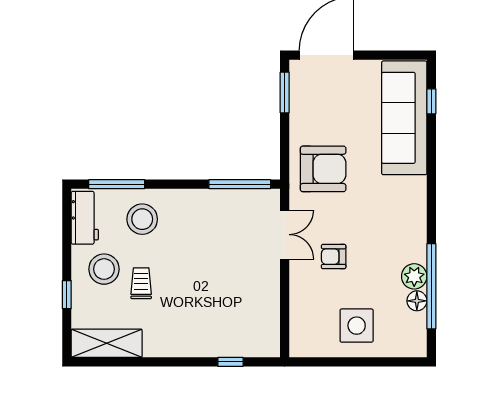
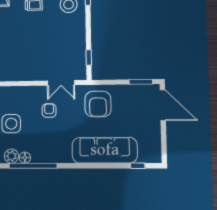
sofa: (404, 118) -> (105, 150), moved
window: (240, 184) -> (89, 57), width x0.46
plant: (414, 276) -> (11, 156), moved

